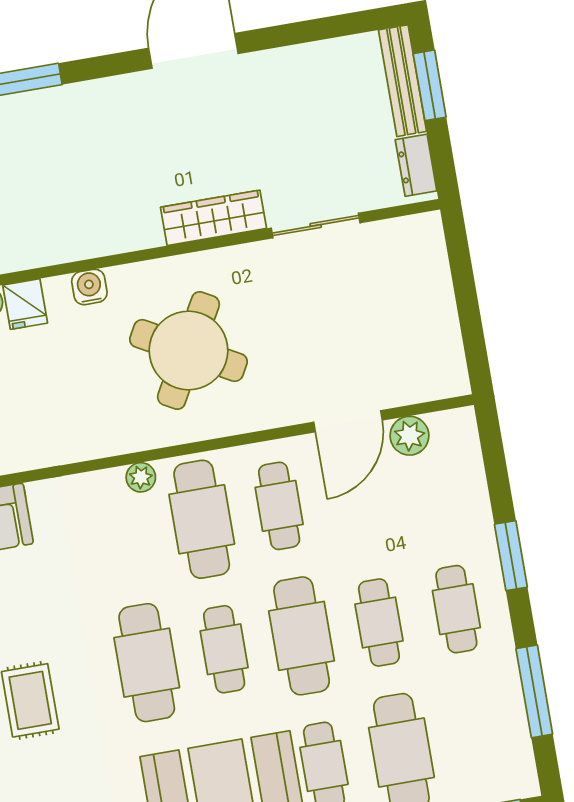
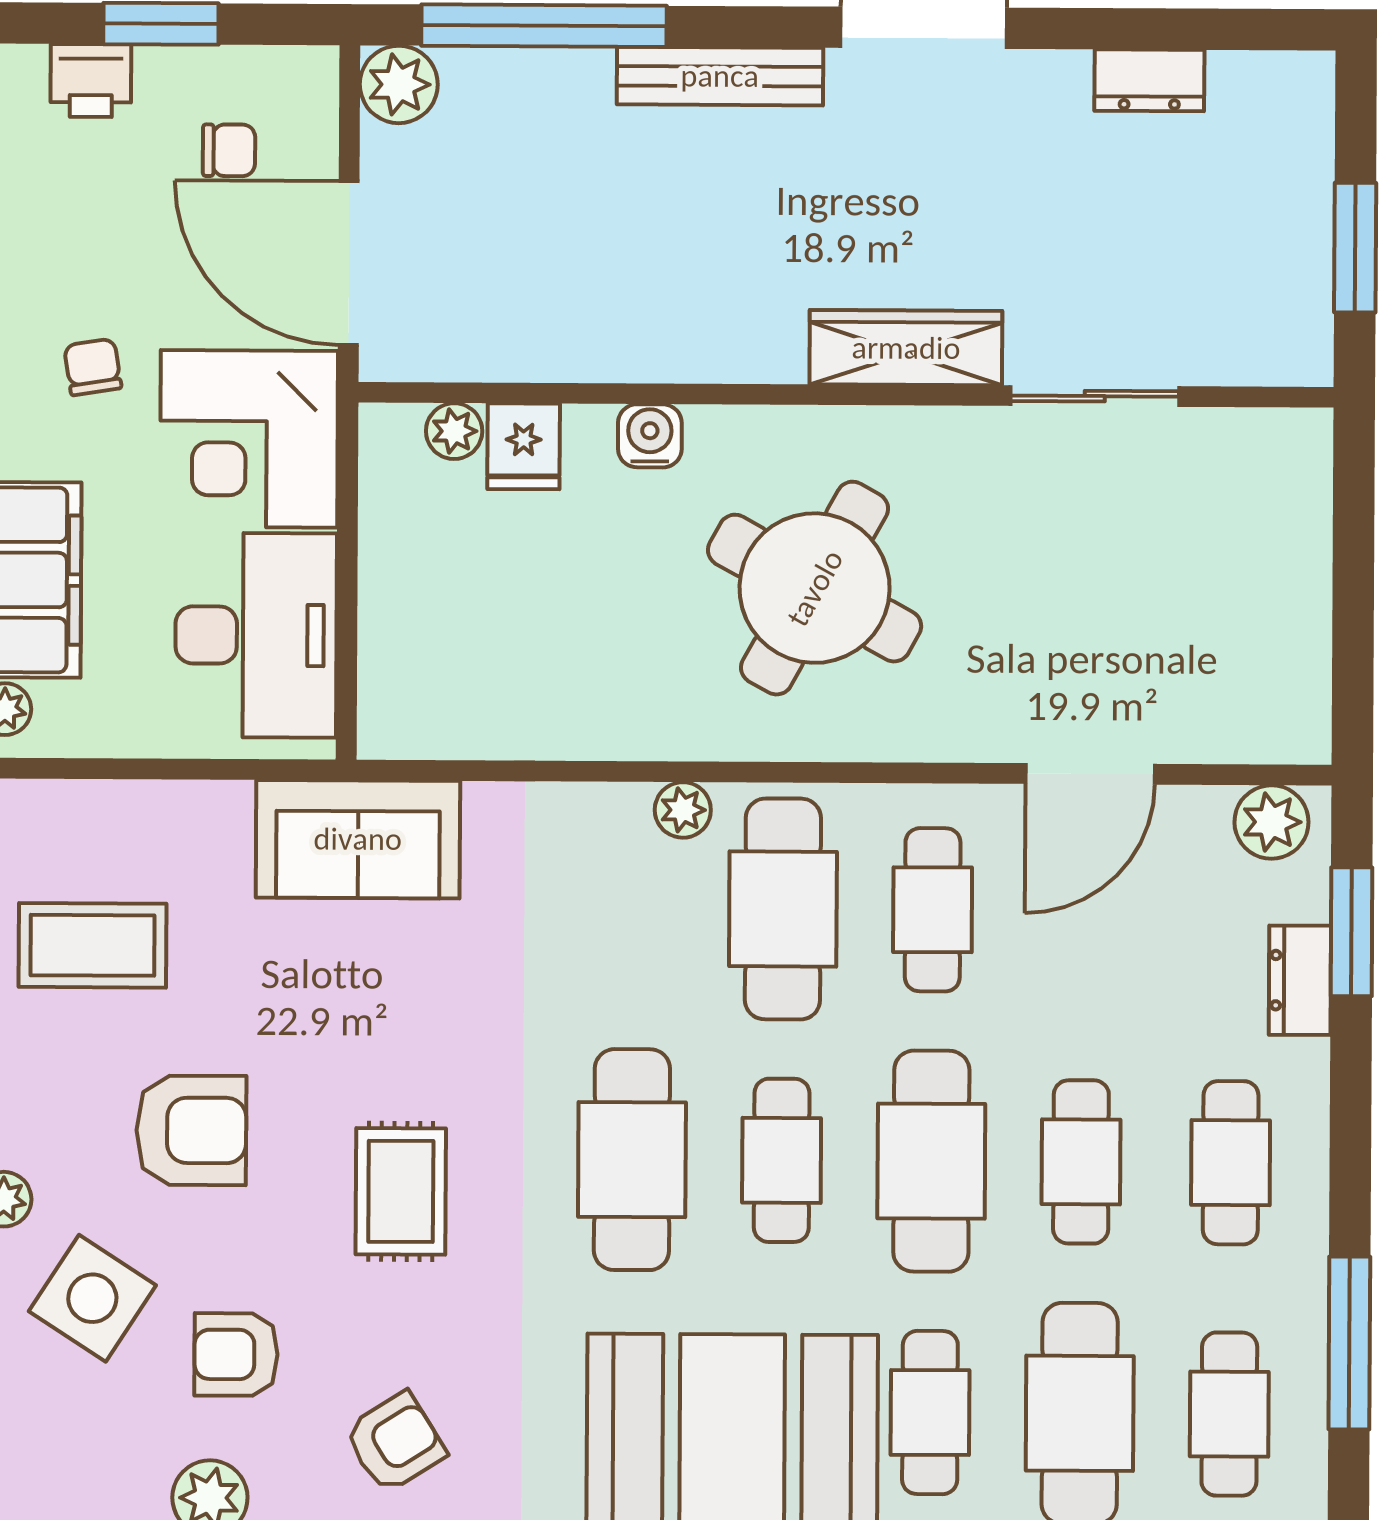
bench: (402, 81) -> (720, 76), moved, turned 90
window: (430, 85) -> (1355, 248), moved
dresser: (416, 165) -> (1149, 80), moved, turned -90
plant: (409, 436) -> (1271, 822), moved
dresser: (475, 509) -> (1300, 980), added
window: (511, 556) -> (1351, 932), moved
cafe table: (479, 739) -> (1229, 1414), added

